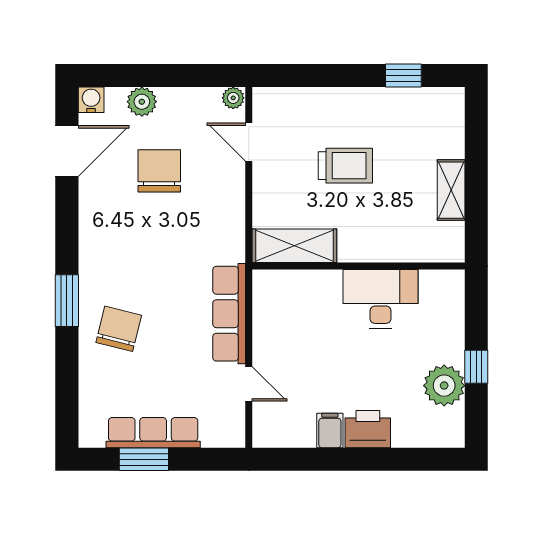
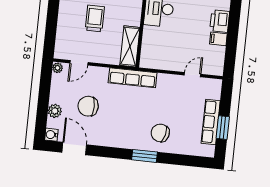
row of seats: (229, 314) -> (133, 78), moved

